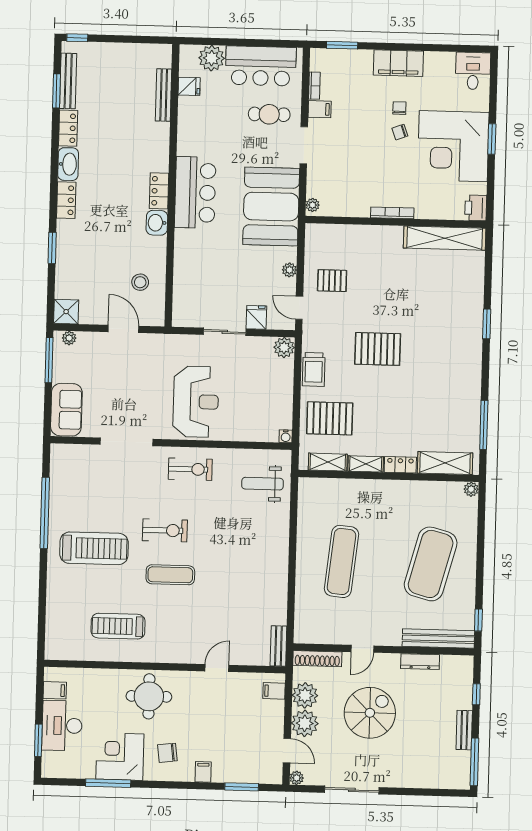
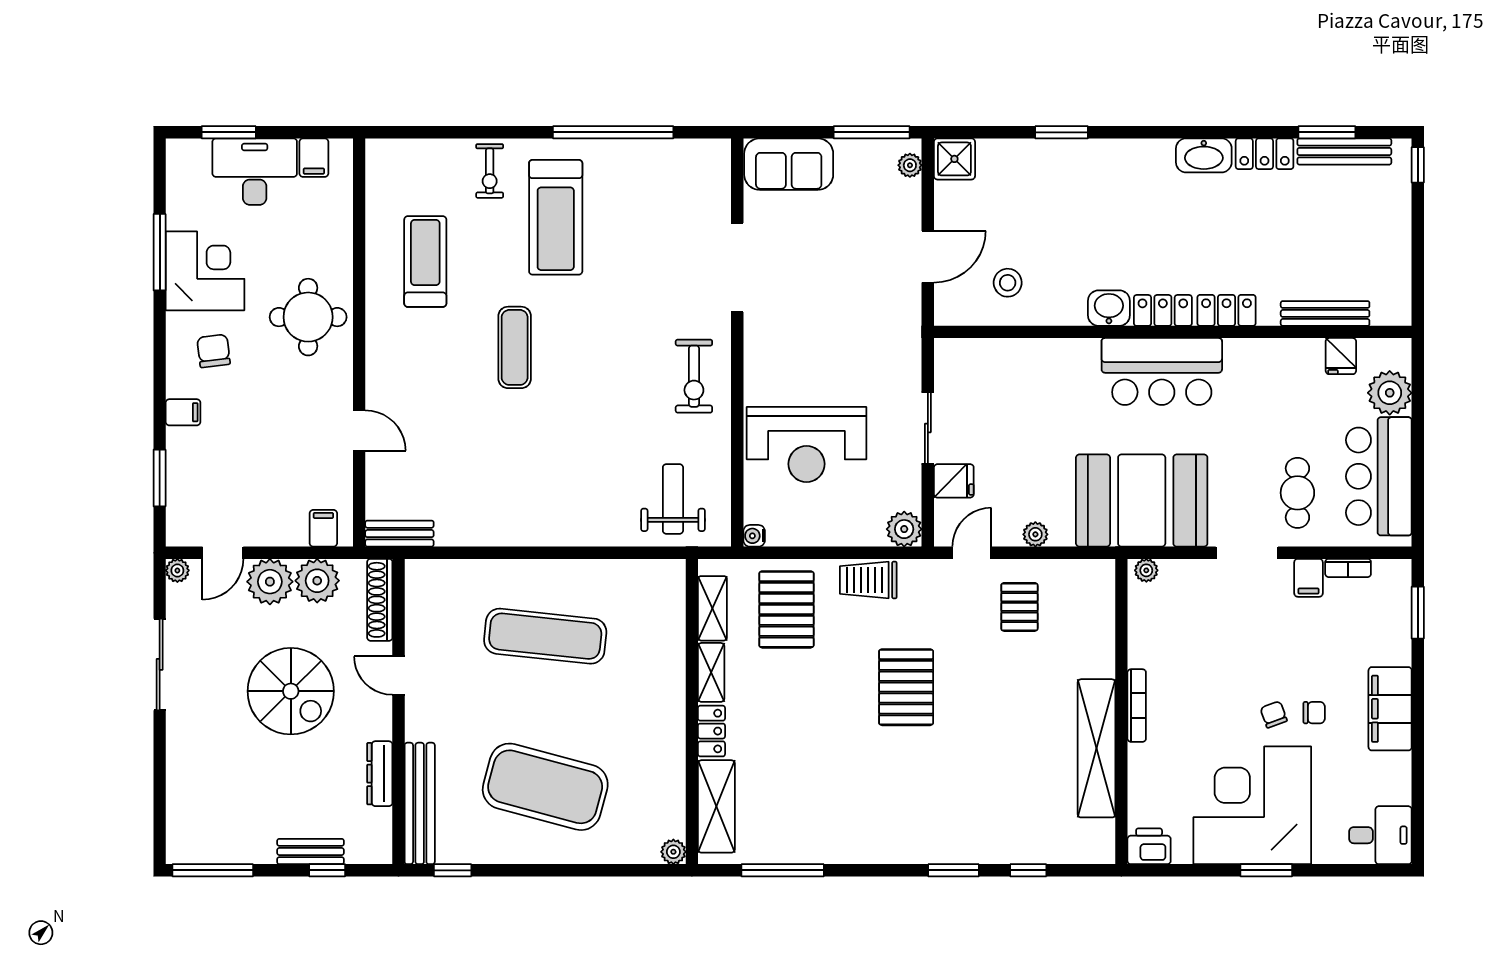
locker: (66, 200) -> (1227, 310), moved, turned 180
shelving: (445, 238) -> (1096, 748), moved
window: (488, 280) -> (1028, 870), added
reception desk: (196, 402) -> (807, 444), moved
exercise bike: (165, 530) -> (490, 171), moved, width x0.73, depth x0.72
bench: (464, 730) -> (310, 851), moved

